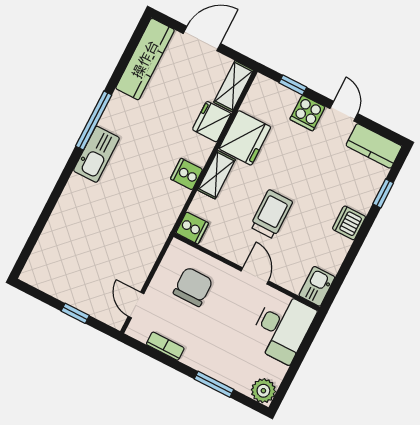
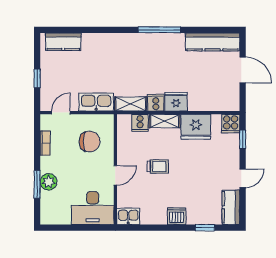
shelving: (234, 86) -> (131, 104), moved
cooker: (307, 113) -> (231, 124), moved, turned -90
fridge: (212, 122) -> (176, 102), moved
kitchen sink: (96, 154) -> (96, 102), moved, turned 180
trolley: (271, 214) -> (158, 166), width x0.73, depth x0.72
cooker: (192, 228) -> (140, 123), moved
kitchen counter: (45, 254) -> (63, 42), added
plant: (263, 391) -> (49, 182), moved

